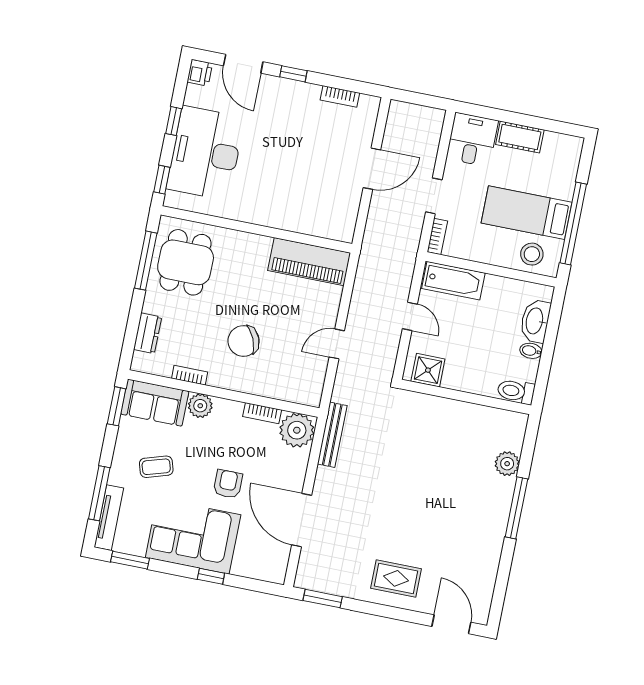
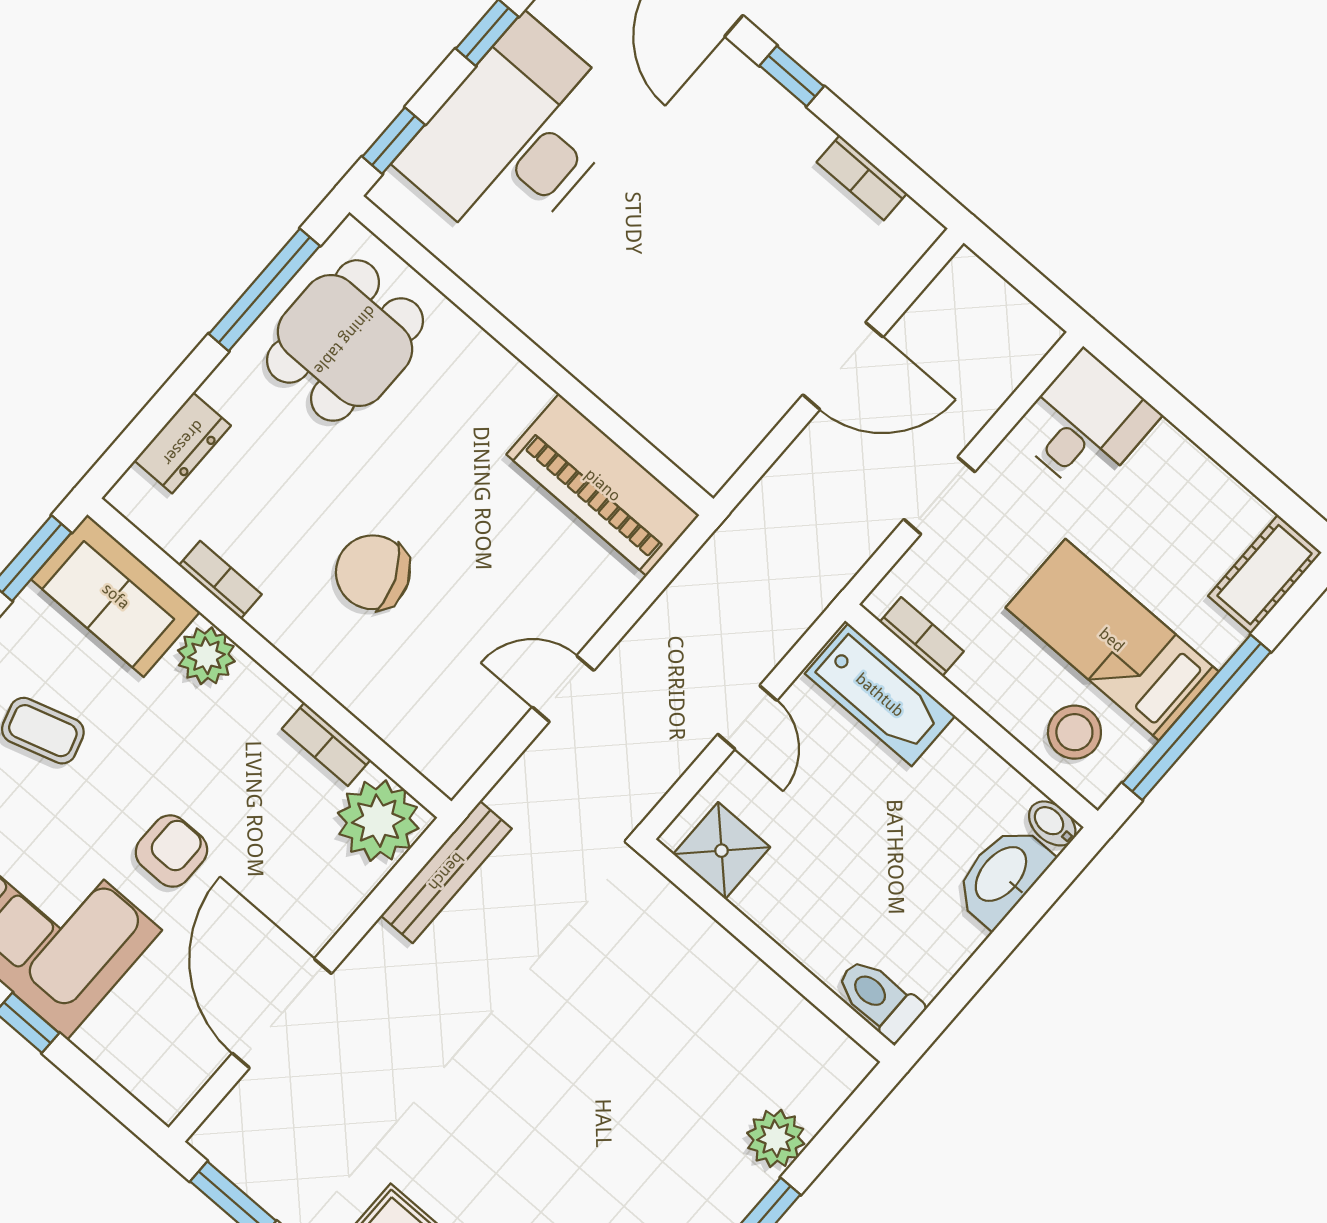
cot: (520, 137) -> (1265, 575), moved, turned 90
bookcase: (437, 236) -> (922, 637), moved, turned -90
bidet: (531, 351) -> (1052, 823), moved

